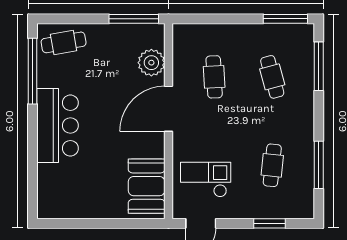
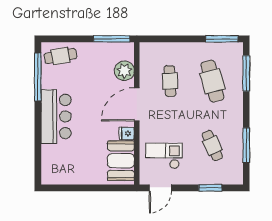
cafe table: (272, 77) -> (212, 81), width x1.37, depth x1.35
fridge: (155, 149) -> (127, 133), added
cafe table: (272, 165) -> (212, 146), turned -30

